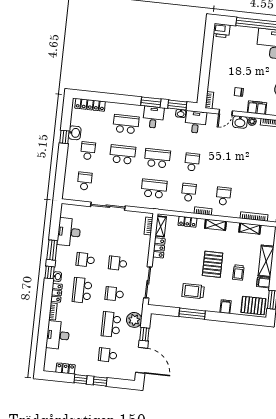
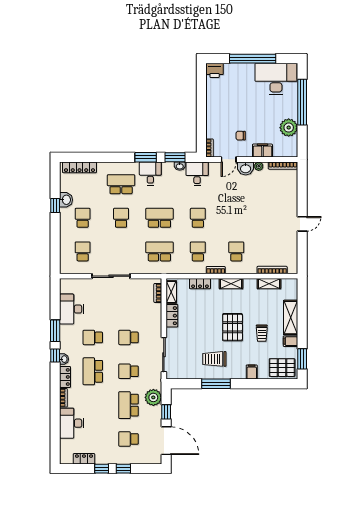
school desk: (123, 154) -> (121, 218), width x0.54

